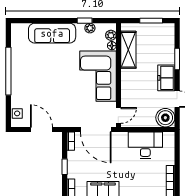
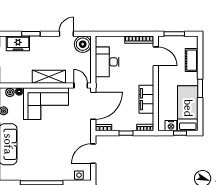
shelving: (128, 50) -> (49, 77), moved
freezer: (166, 78) -> (18, 43), moved

